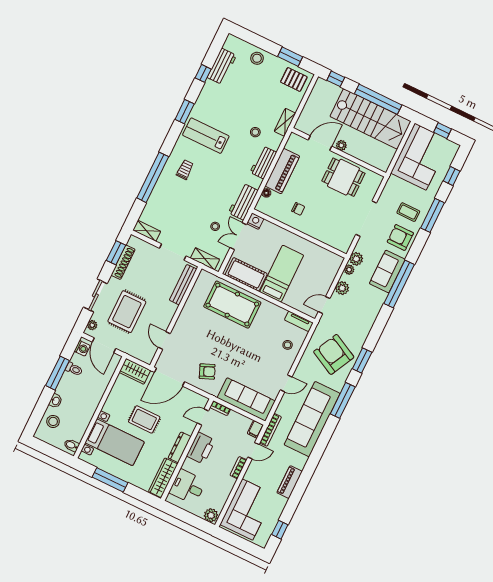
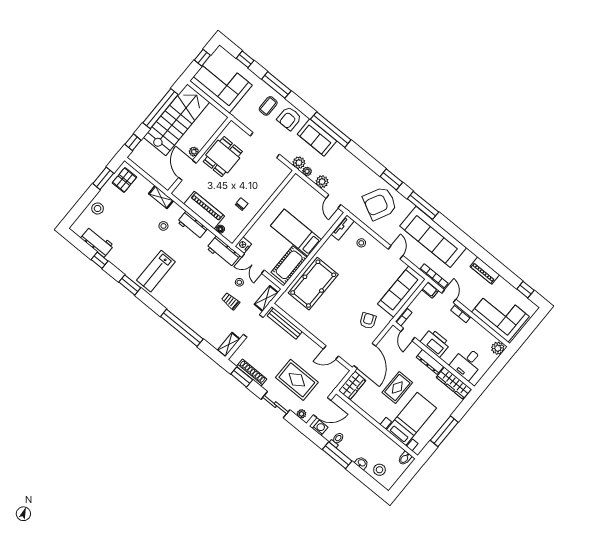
trolley: (185, 170) -> (231, 301), moved

